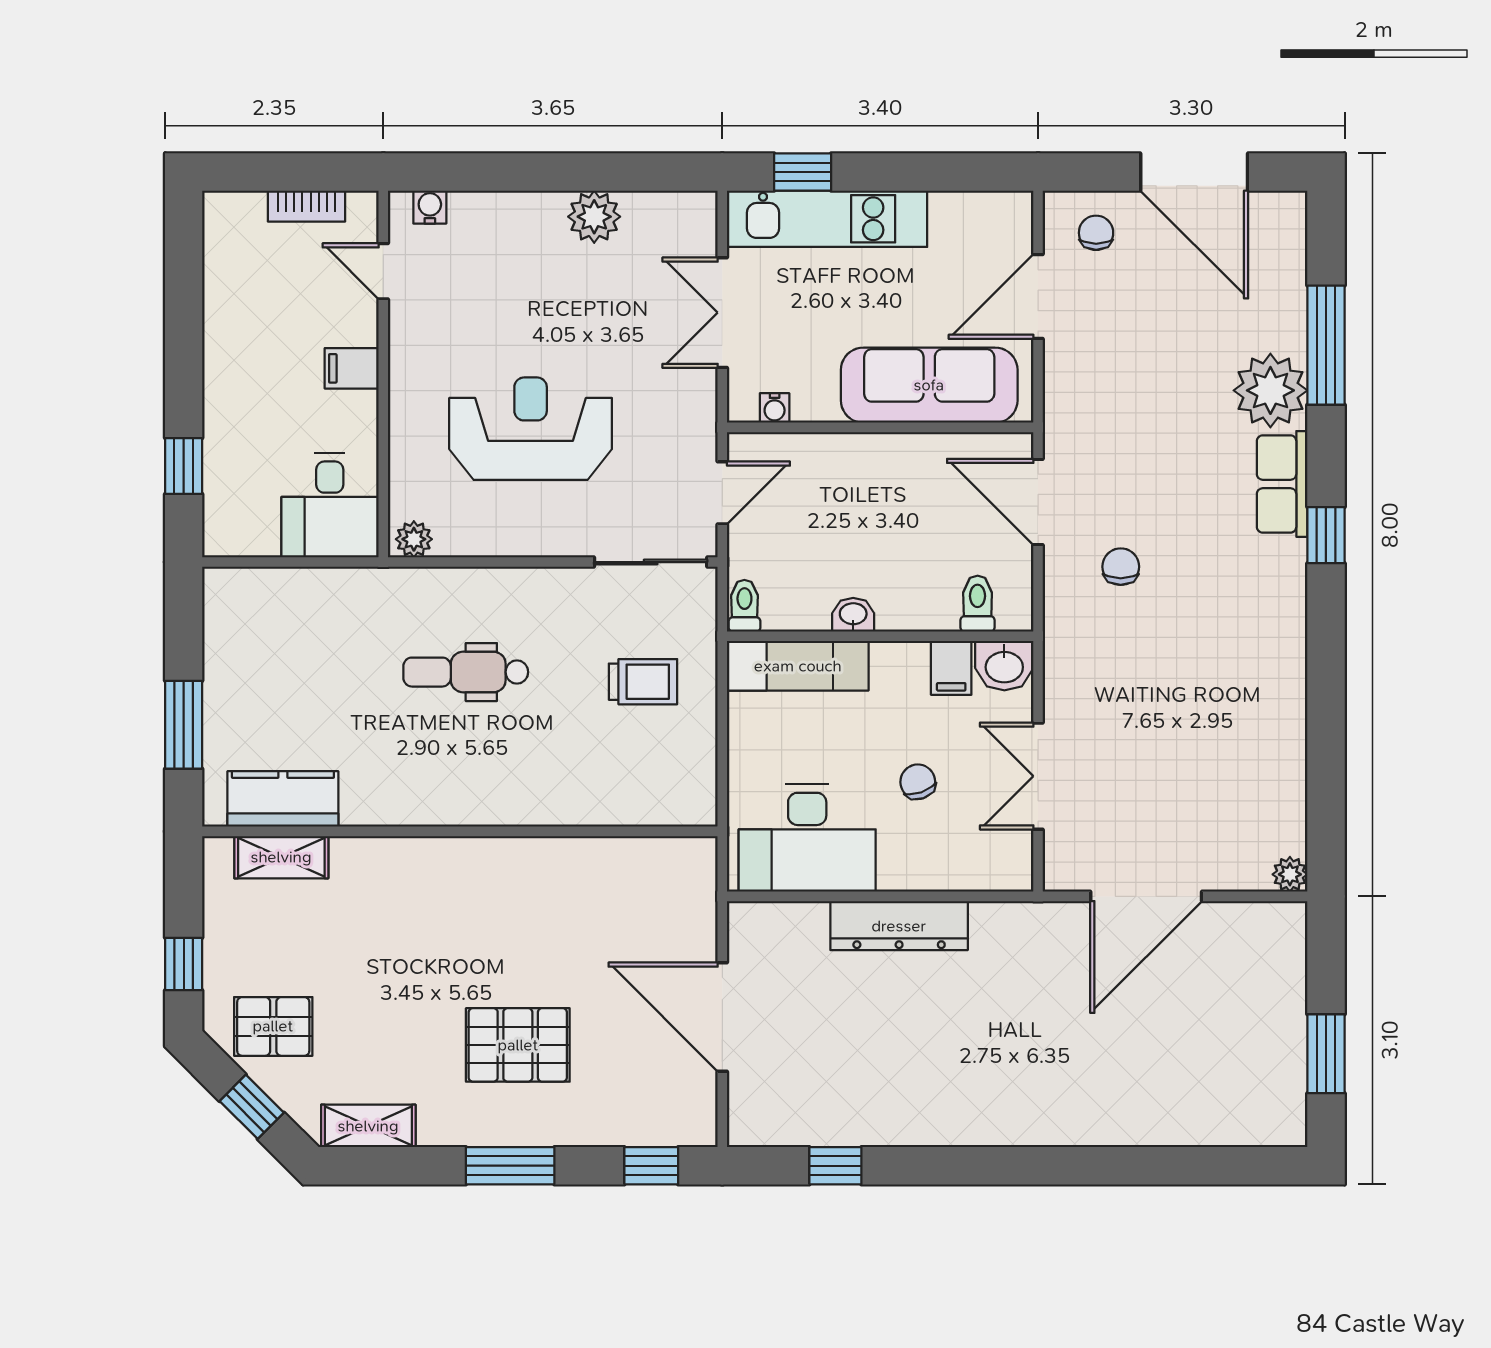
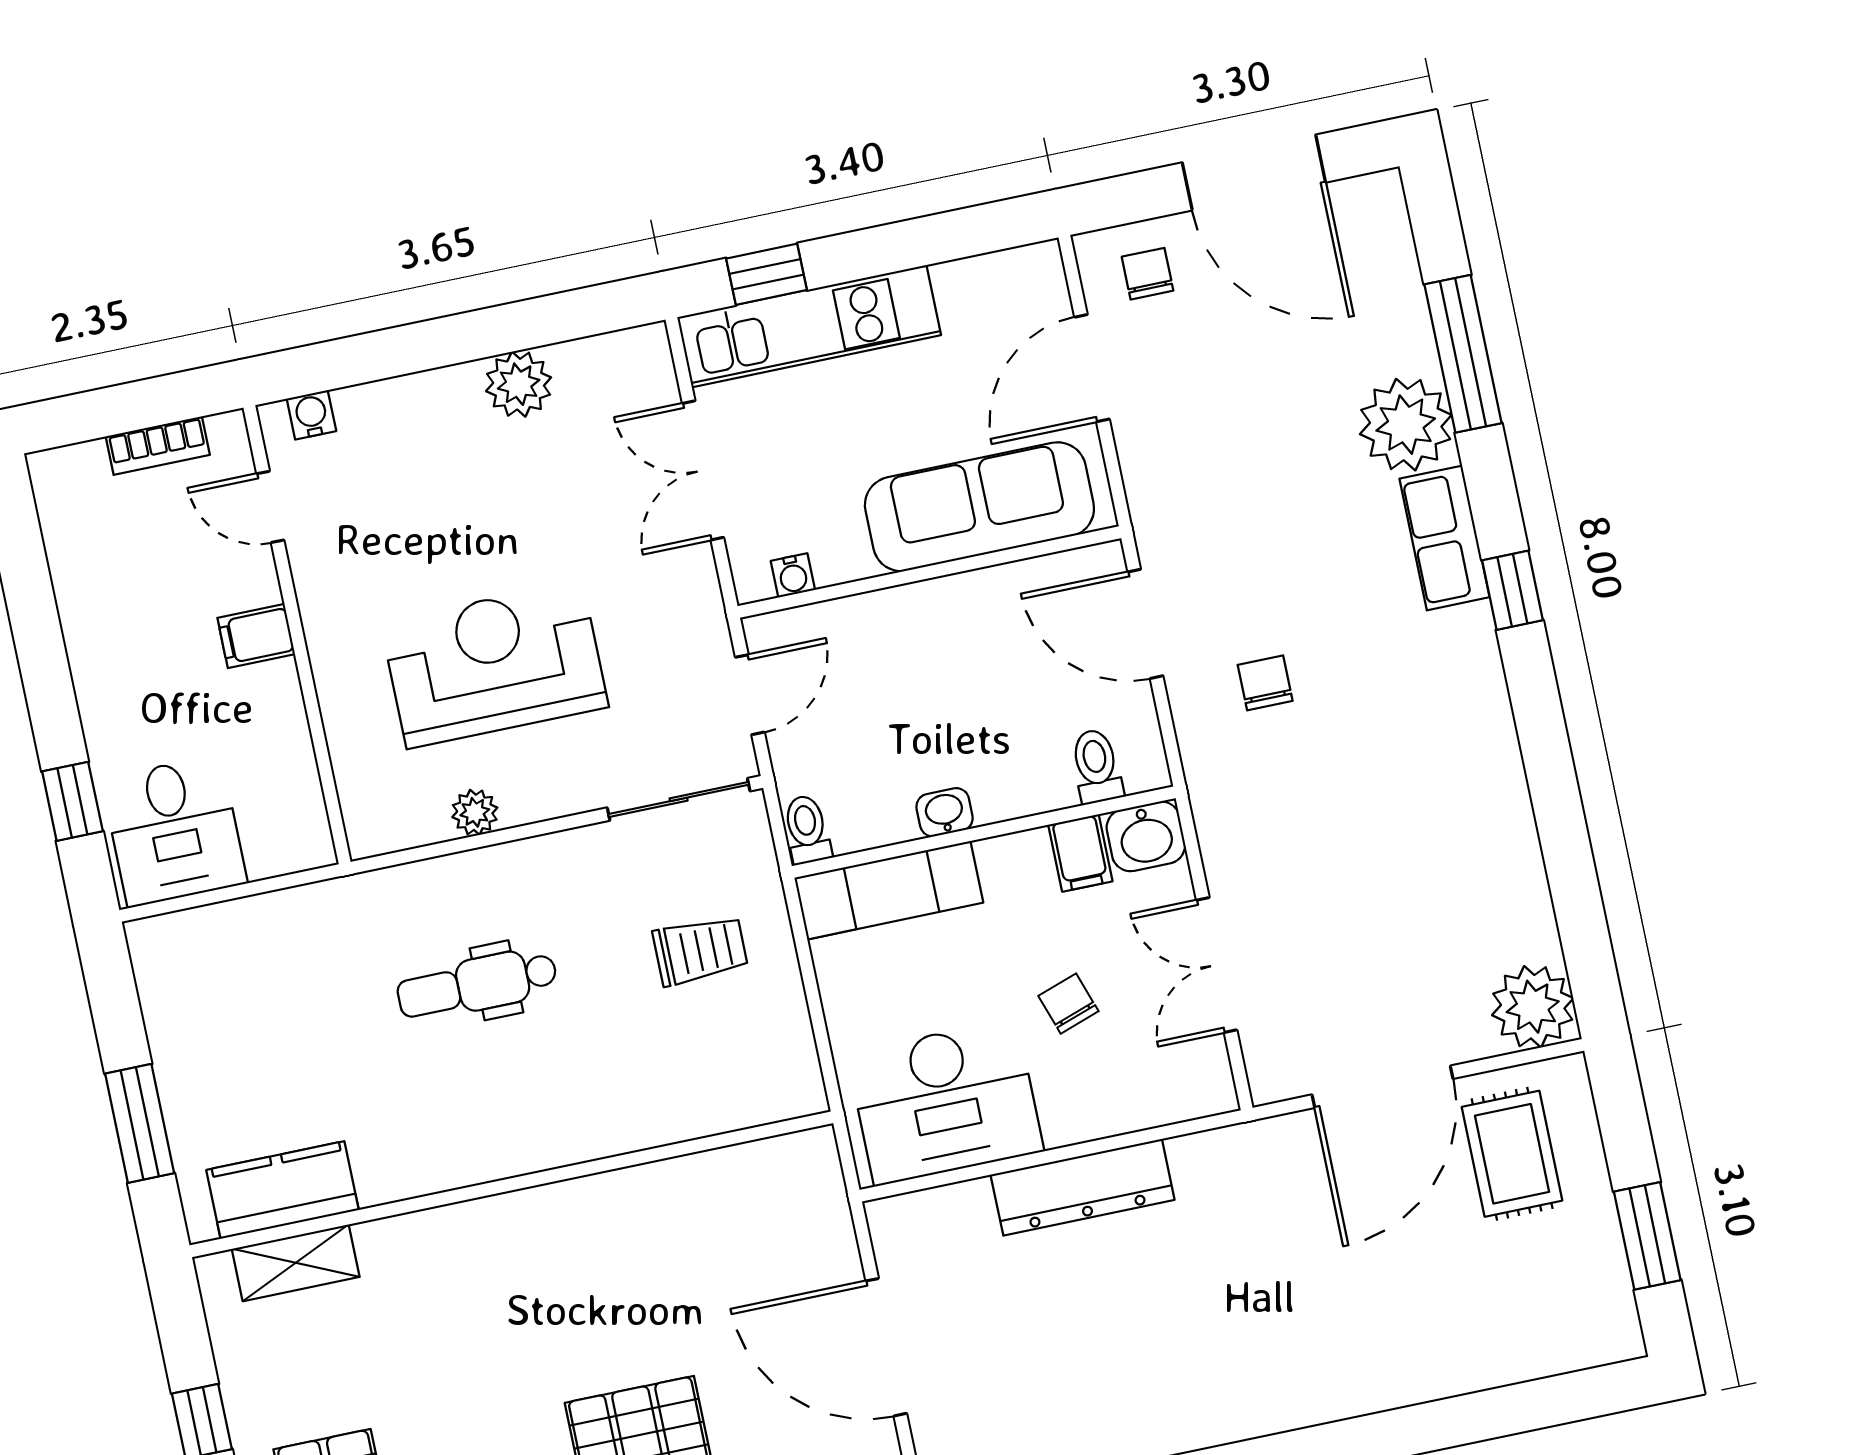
desk: (330, 505) -> (174, 831), moved
plant: (414, 539) -> (475, 812), moved
plant: (1290, 874) -> (1533, 1007), width x1.88, depth x1.88
rug: (1235, 969) -> (1512, 1154), added

